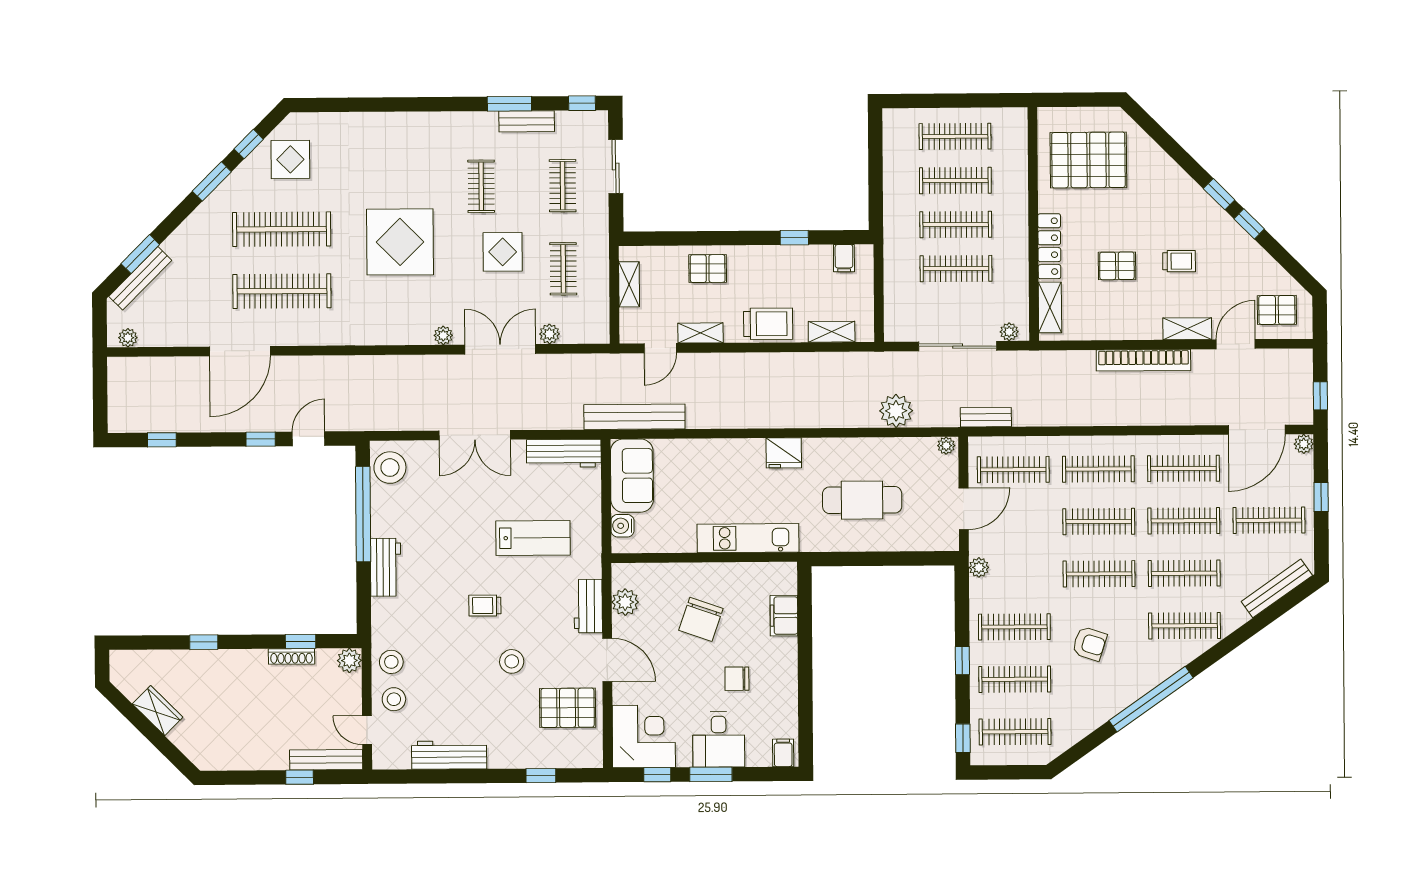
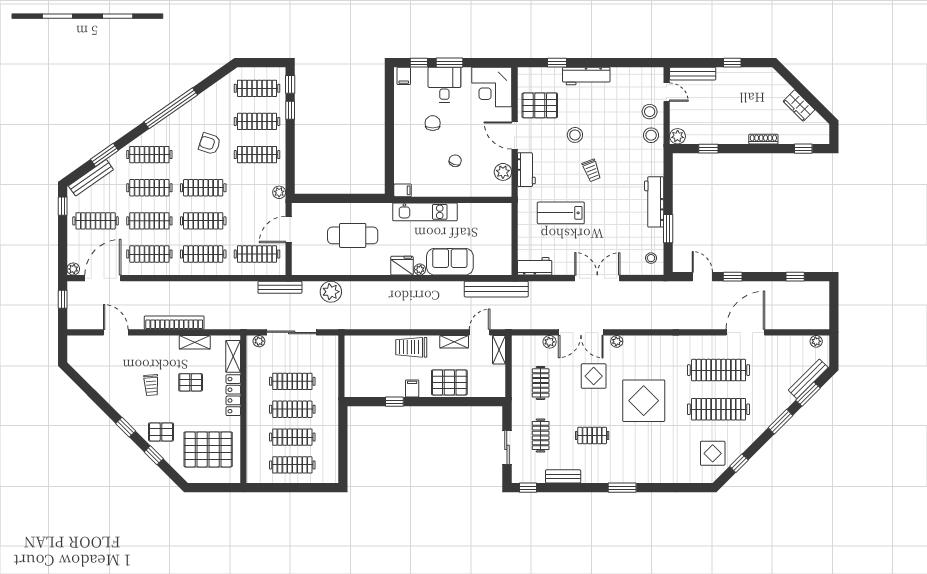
window: (509, 104) -> (622, 488), moved
window: (212, 181) -> (781, 422), moved
clothes rail: (481, 186) -> (592, 435), turned 90
window: (1249, 224) -> (154, 455), moved
display table: (503, 252) -> (594, 376), moved
filing cabinet: (844, 258) -> (412, 388), moved
trolley: (1179, 261) -> (151, 385), turned -94
pallet: (708, 269) -> (449, 382), width x1.50, depth x1.42
shelving: (629, 284) -> (499, 350), moved
pallet: (1277, 310) -> (161, 432), moved
shelving: (1187, 329) -> (195, 342), moved
shelving: (832, 332) -> (371, 342), removed
door: (1236, 344) -> (116, 332), swing flipped
bench: (986, 417) -> (280, 287), width x1.36
door: (309, 439) -> (702, 277), swing flipped
plant: (946, 446) -> (420, 270), moved
workbench: (564, 453) -> (535, 266), width x0.73
stool: (390, 468) -> (651, 258), width x0.53, depth x0.53
sofa: (632, 476) -> (450, 262), moved, turned 90
window: (1321, 497) -> (63, 206), moved
window: (363, 514) -> (668, 229), width x0.47
water cooler: (622, 526) -> (504, 220), removed
workbench: (386, 567) -> (654, 202), width x1.38
trolley: (485, 606) -> (592, 170), turned 69
filing cabinet: (784, 616) -> (403, 190), moved, width x0.50
chair: (701, 619) -> (455, 161), width x0.54, depth x0.54
window: (1256, 625) -> (104, 155), added
window: (204, 642) -> (803, 149), moved
shoe rack: (291, 656) -> (763, 139), moved
window: (962, 661) -> (290, 110), moved
chair: (737, 679) -> (433, 123), turned -90
workbench: (449, 755) -> (586, 76), moved
window: (657, 775) -> (419, 63), moved
window: (300, 777) -> (732, 63), moved

